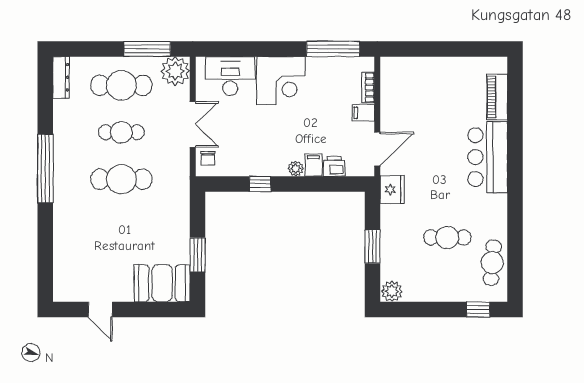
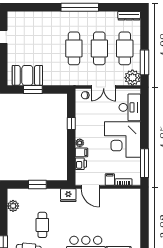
corner desk: (281, 81) -> (123, 140), width x1.36, depth x1.36
cafe table: (121, 132) -> (99, 48), width x1.37, depth x1.35
booth: (162, 283) -> (27, 75), moved, turned 90
plant: (392, 291) -> (13, 206), moved

